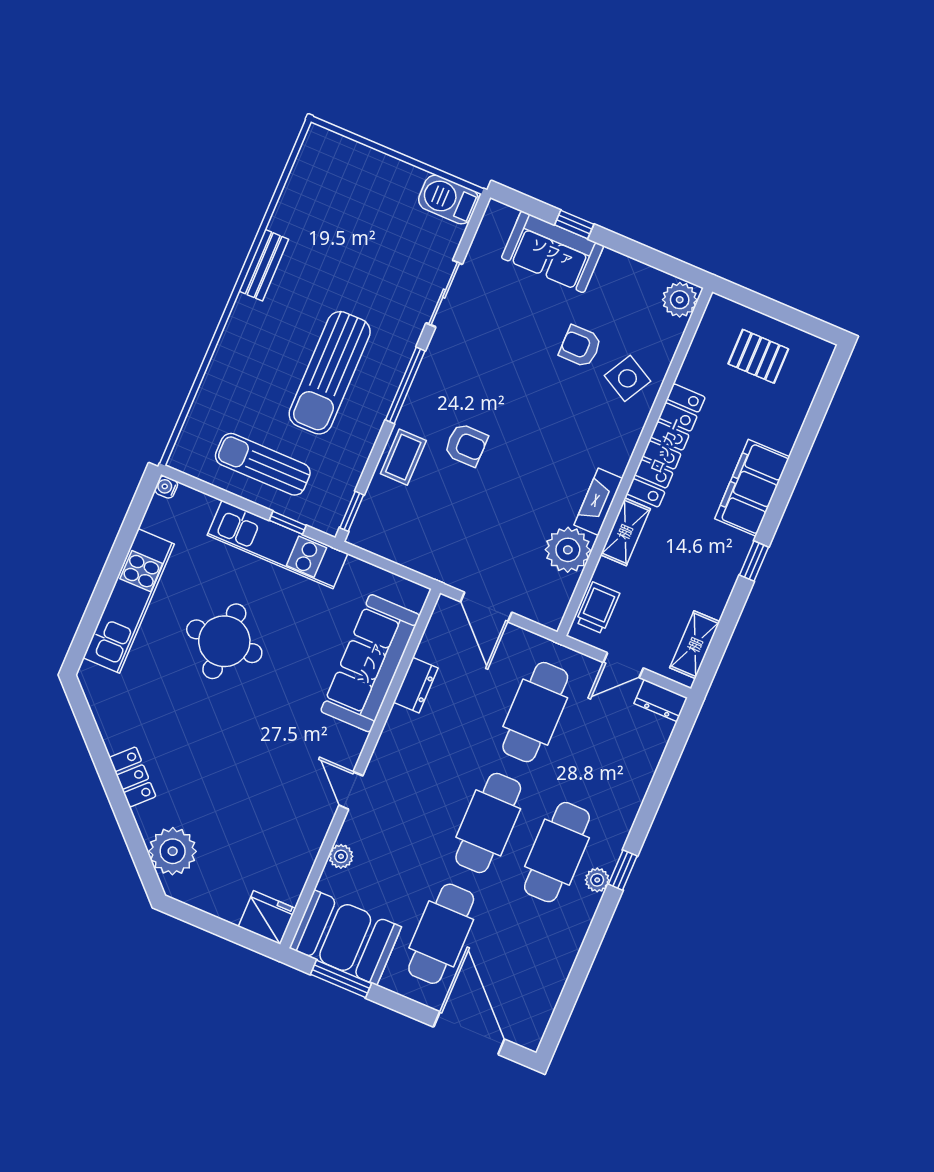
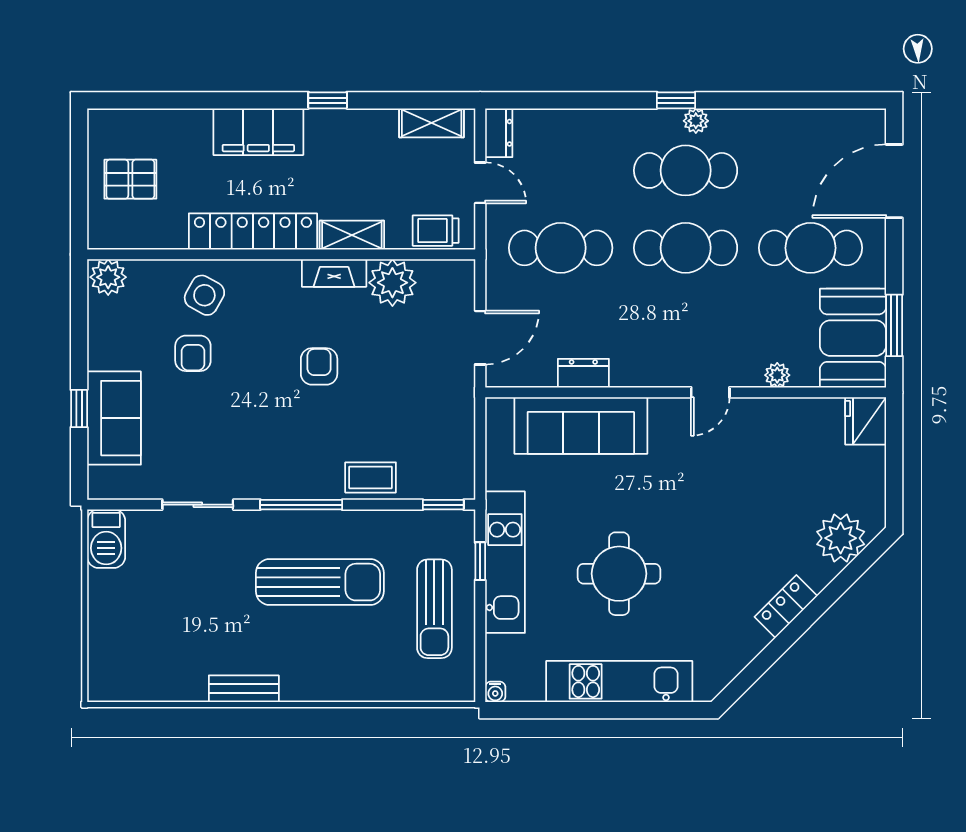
pallet: (758, 356) -> (130, 179), turned 90
armchair: (466, 445) -> (319, 366), moved

